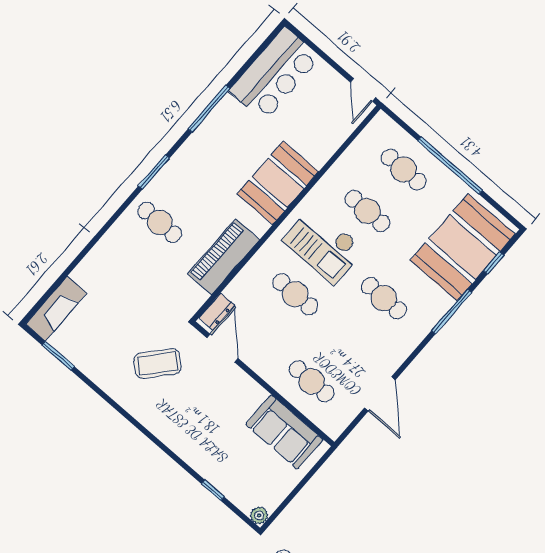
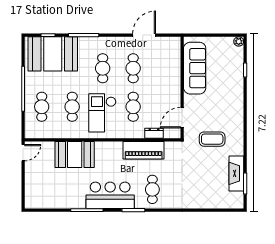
bar counter: (275, 74) -> (110, 195), moved
booth: (278, 183) -> (75, 154), moved
checkout: (323, 245) -> (102, 113), turned 180
fireplace: (56, 308) -> (236, 173), moved, turned -90
dresser: (217, 311) -> (154, 133), moved
coffee table: (158, 364) -> (212, 139), turned -41
cafe table: (312, 381) -> (133, 68), moved
sofa: (284, 432) -> (195, 68), width x1.36

